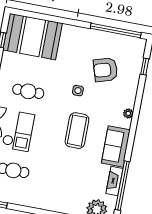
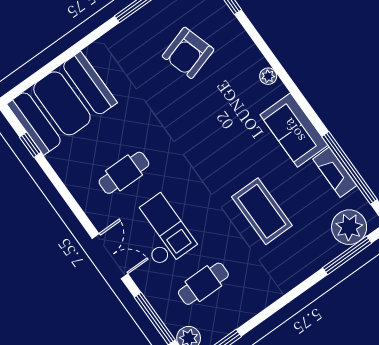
side table: (78, 91) -> (181, 111), removed
coffee table: (77, 131) -> (262, 211), moved

